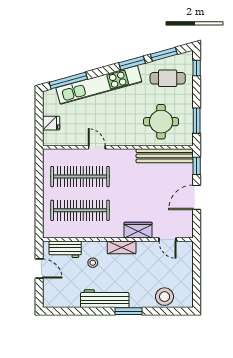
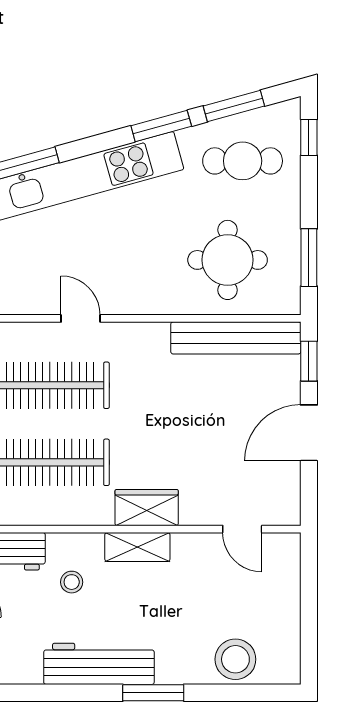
wardrobe: (138, 230) -> (147, 508), moved

